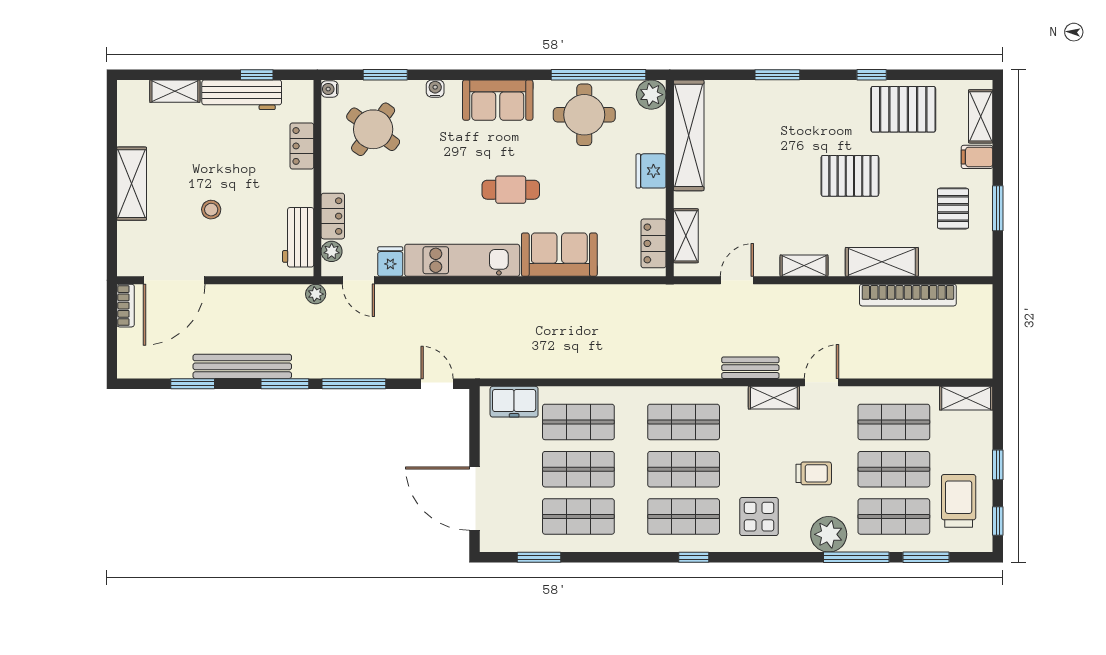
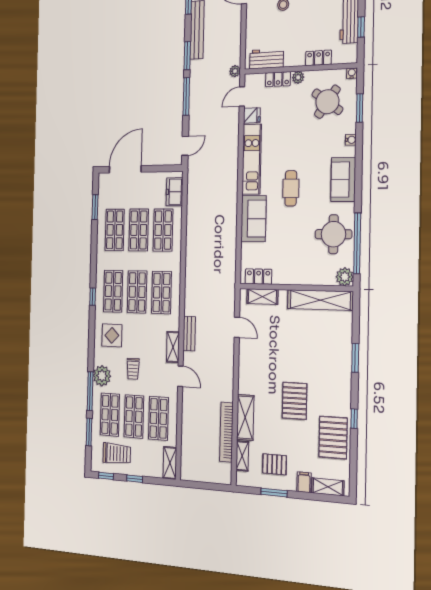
fridge: (651, 171) -> (300, 276), removed
plant: (332, 251) -> (298, 77), moved
shelving: (804, 266) -> (242, 456), moved

